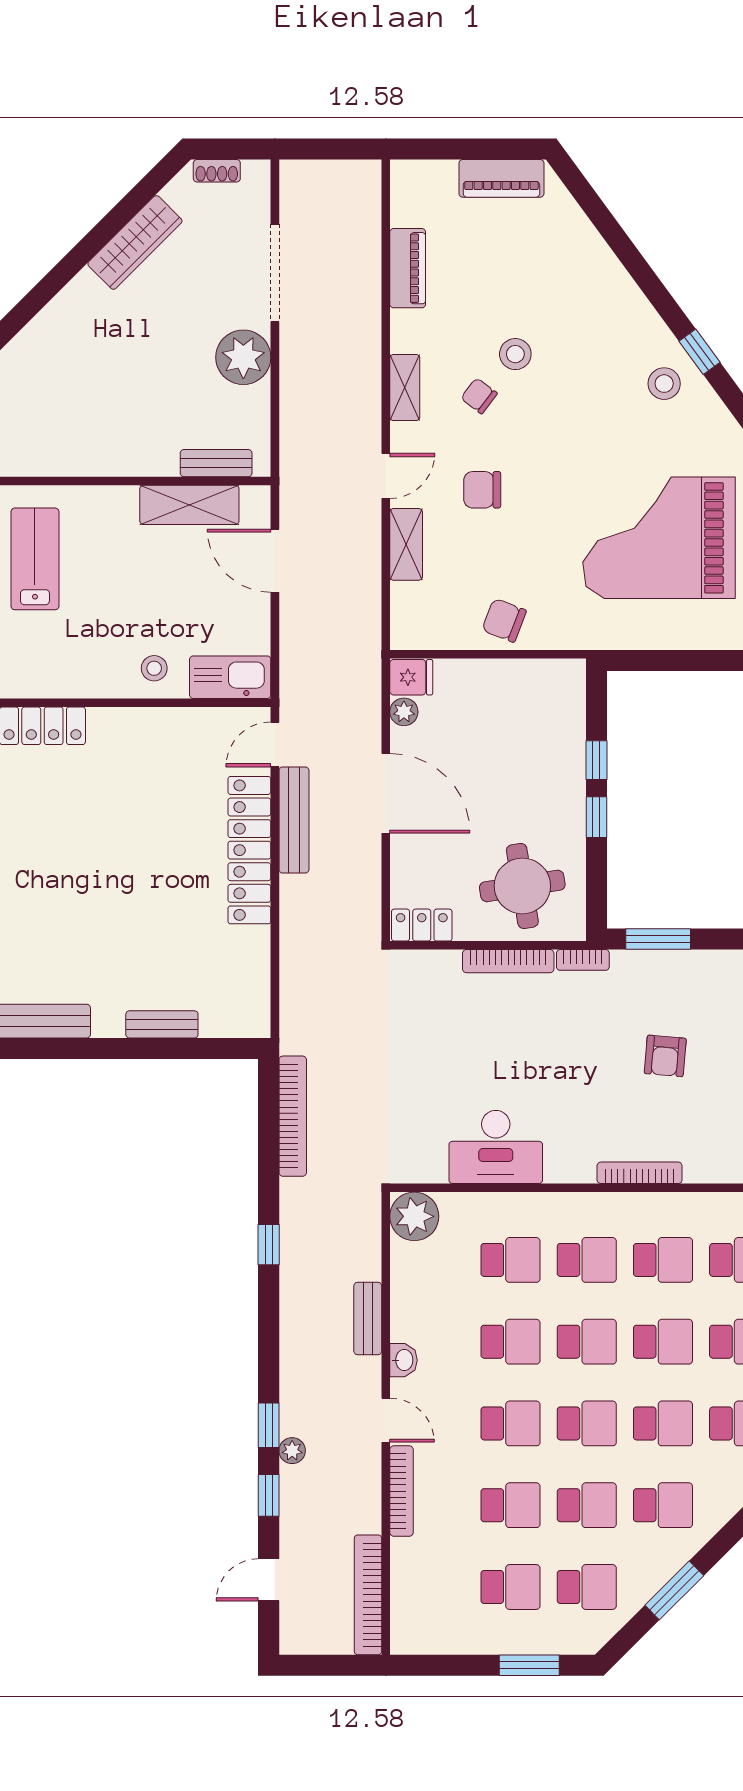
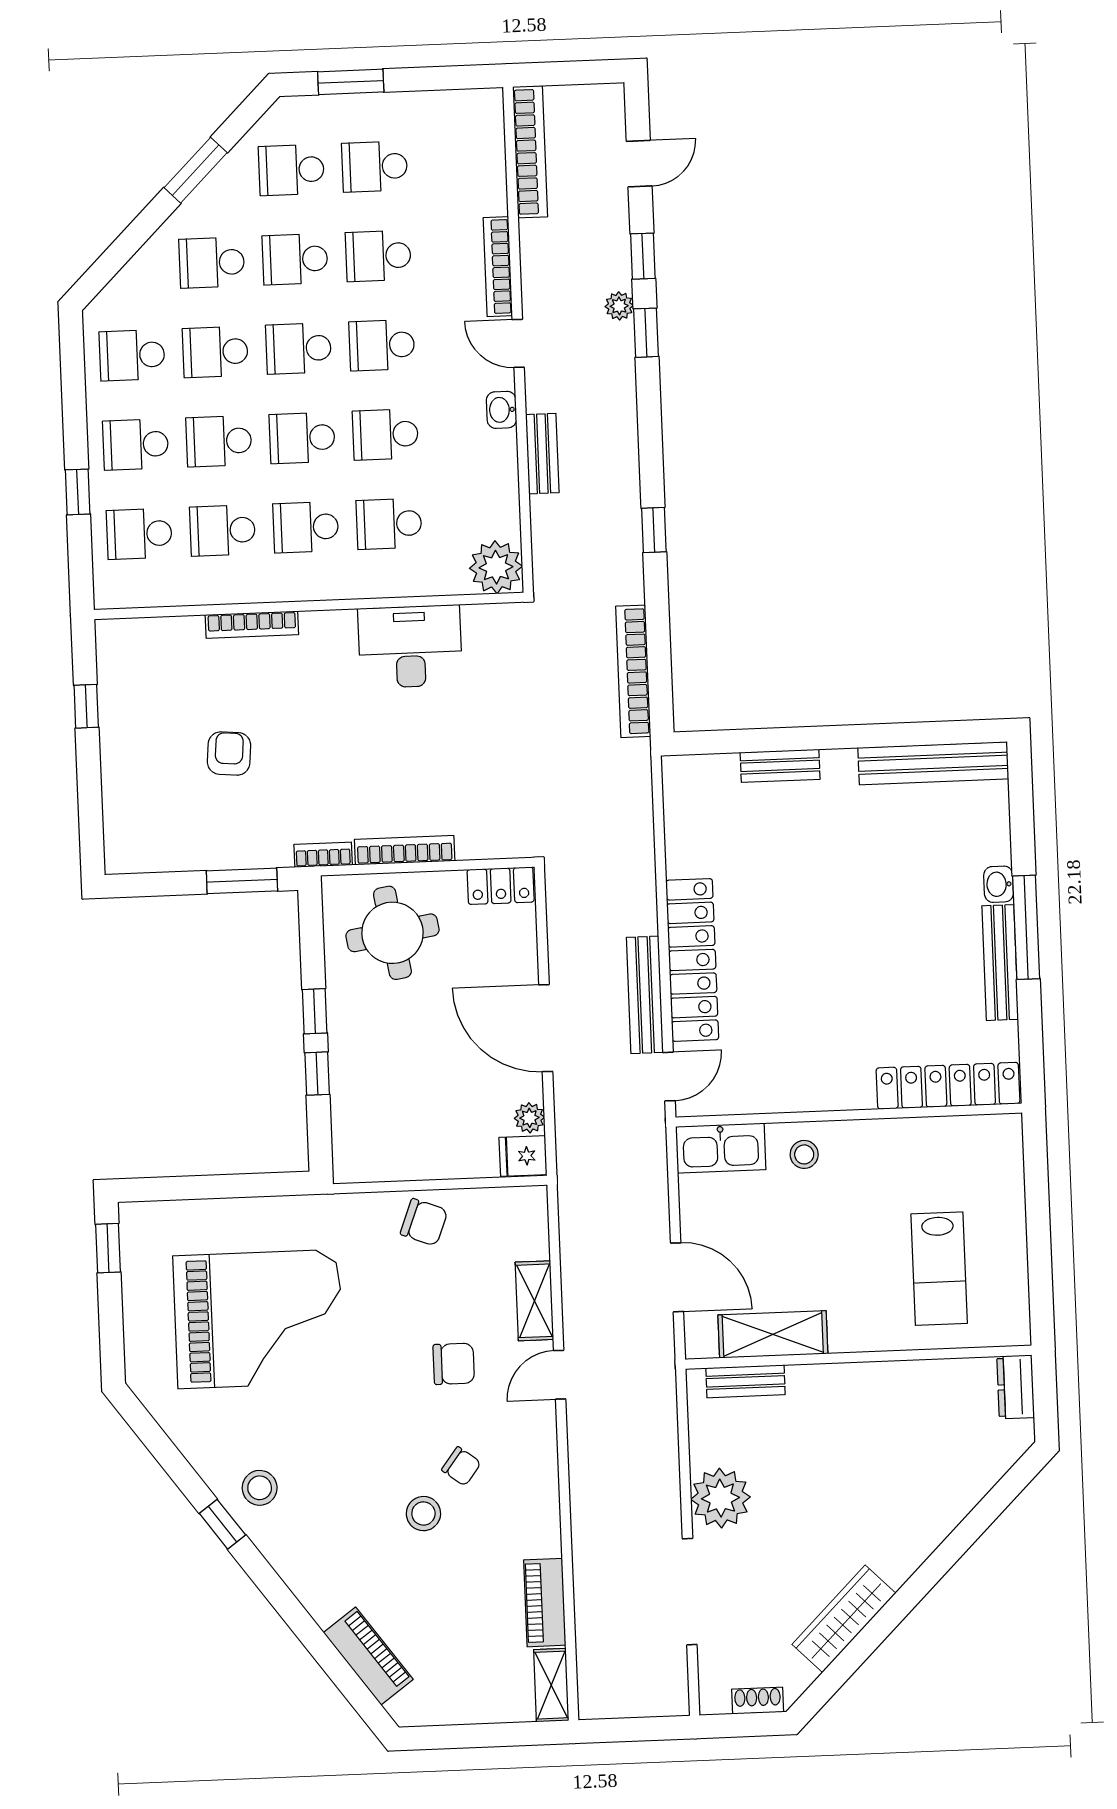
piano: (501, 178) -> (368, 1656), moved, turned 54
shelving: (405, 388) -> (551, 1685), moved

